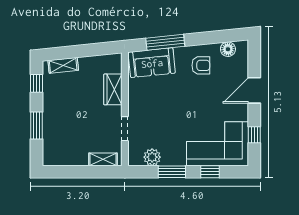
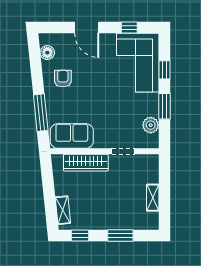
sofa: (152, 63) -> (72, 136), moved, turned -84
wardrobe: (113, 89) -> (86, 163), width x1.50
shelving: (103, 159) -> (153, 198), moved

